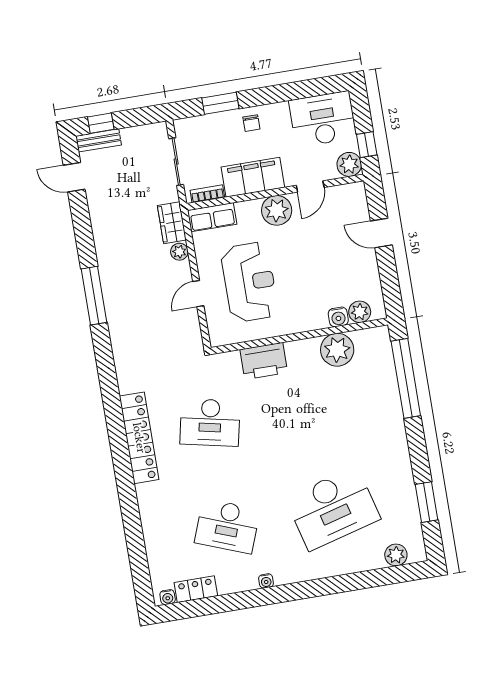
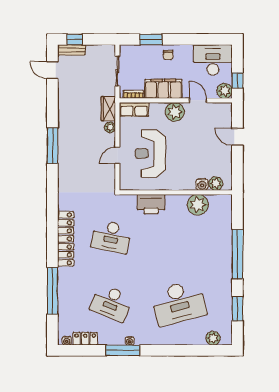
door: (310, 186) -> (198, 100), swing flipped
reception desk: (249, 282) -> (150, 154), turned 180
window: (406, 378) -> (237, 254), moved
window: (132, 523) -> (52, 291), added
window: (258, 598) -> (123, 350), added

